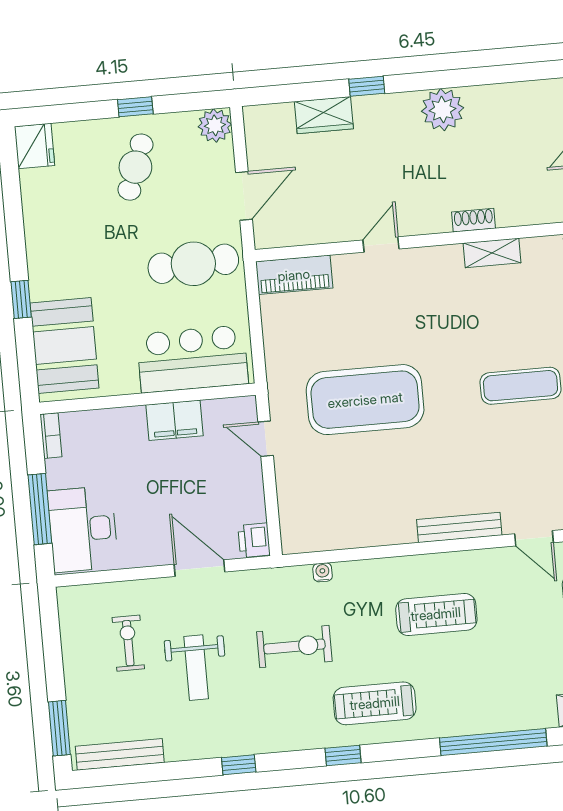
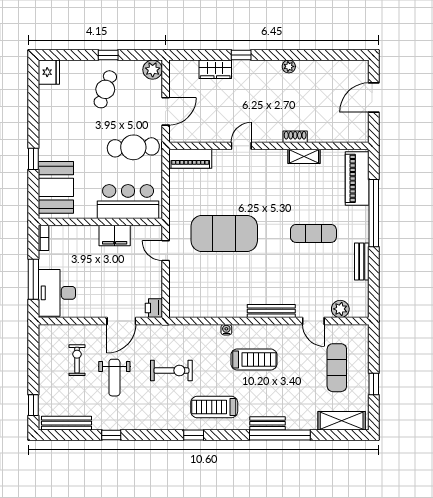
plant: (443, 110) -> (289, 66), width x0.53, depth x0.53
door: (199, 568) -> (121, 321), swing flipped
water cooler: (323, 572) -> (226, 330), moved
bench: (470, 724) -> (268, 423), added
window: (59, 728) -> (33, 405), width x0.67
window: (239, 765) -> (111, 435), moved

